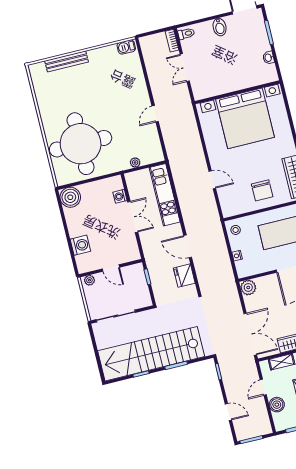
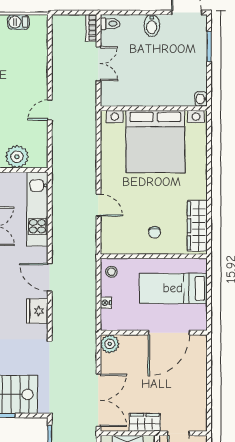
barbecue: (126, 47) -> (18, 22), moved
washbasin: (268, 58) -> (201, 99), moved
double door: (185, 68) -> (98, 64), swing flipped
plant: (135, 162) -> (17, 157), width x1.88, depth x1.88
chair: (262, 190) -> (155, 232), width x0.54, depth x0.54

